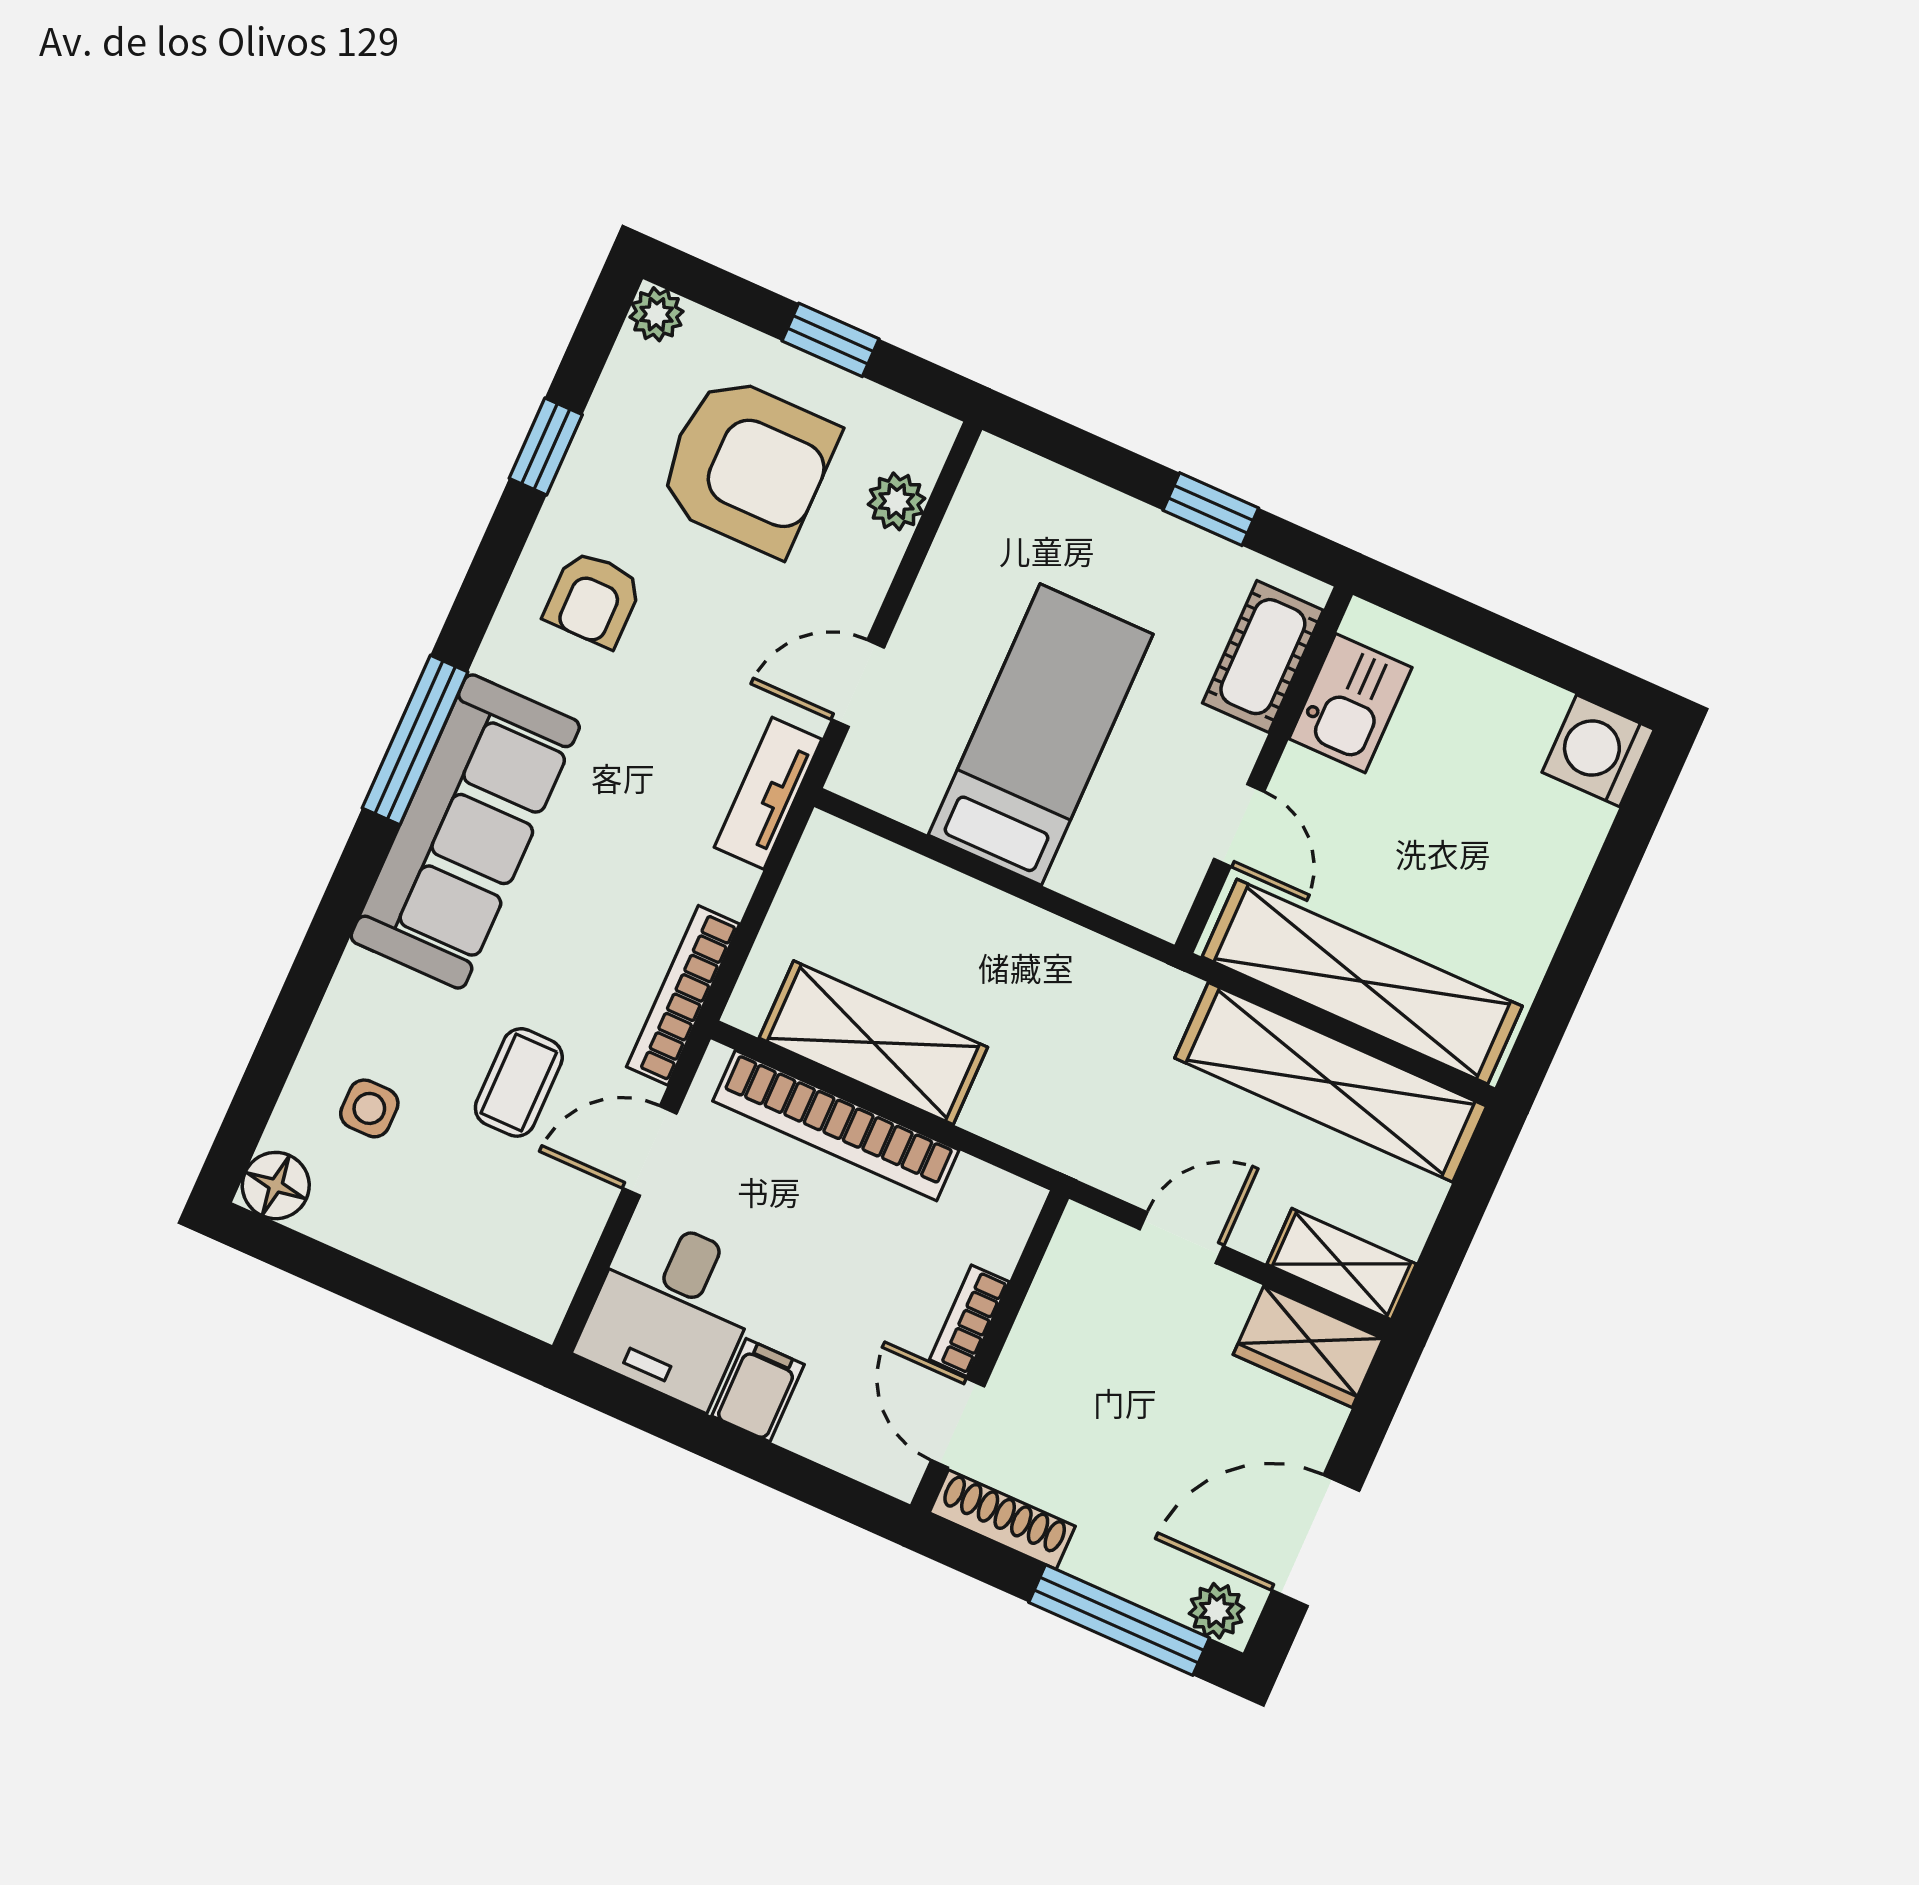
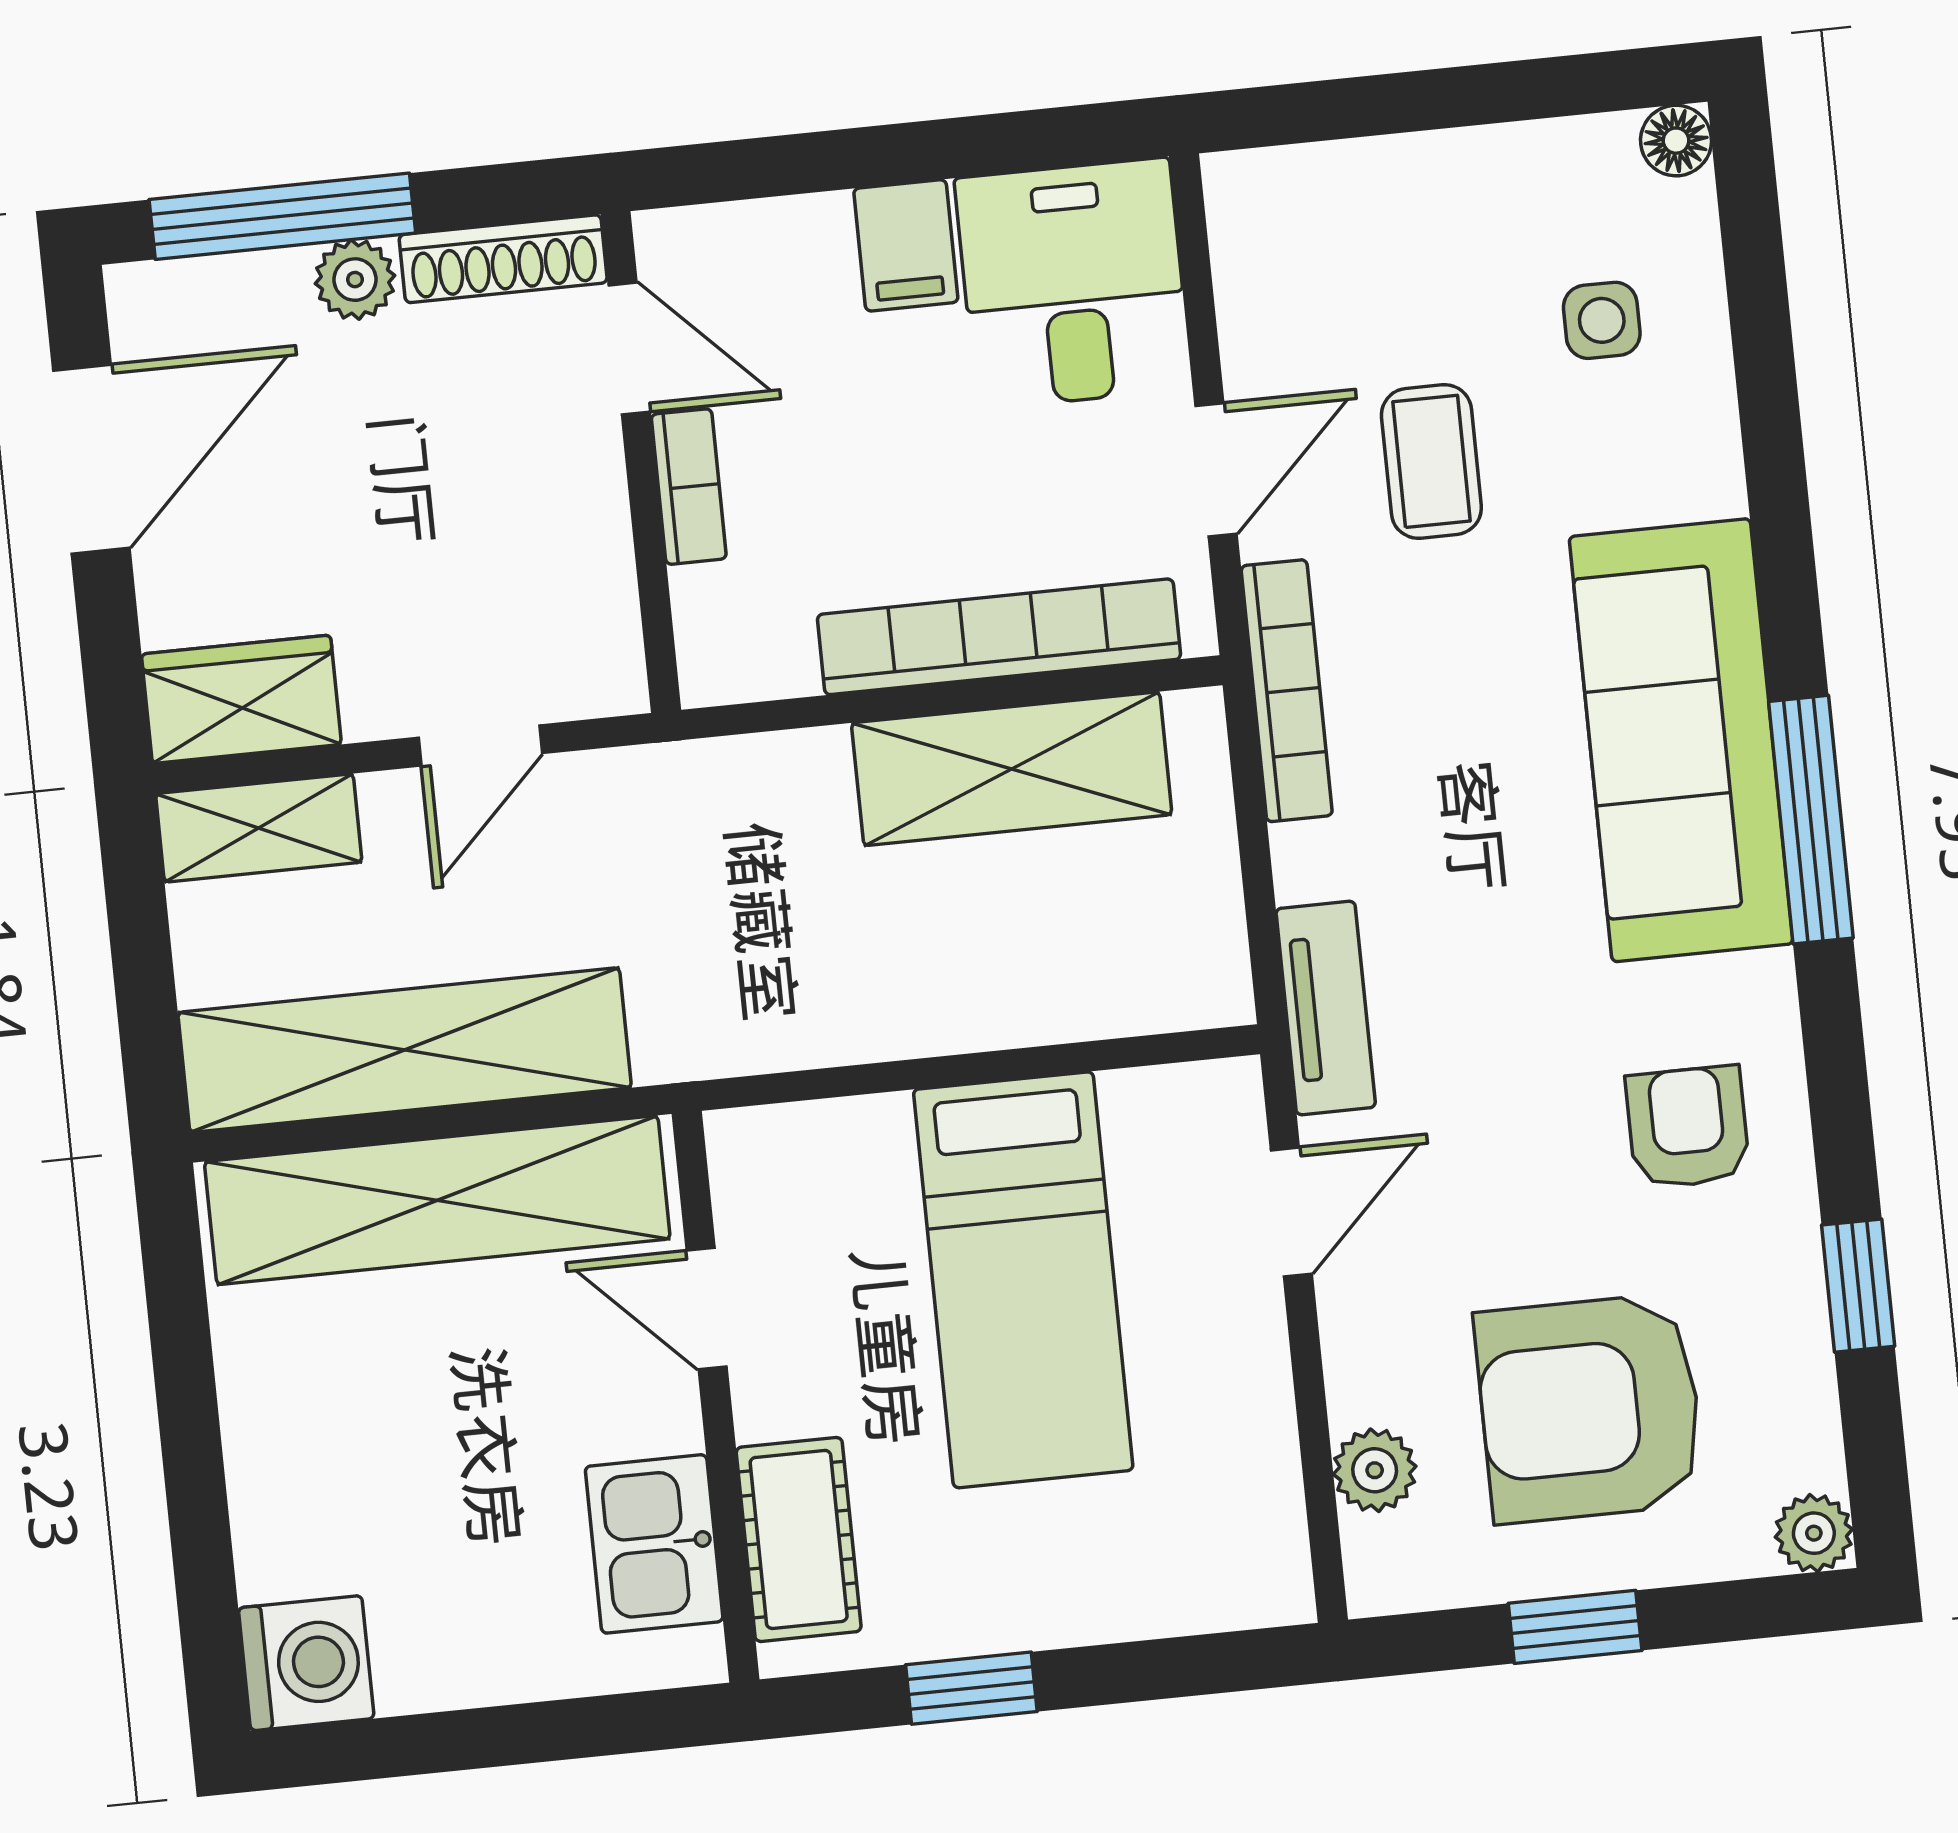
floor lamp: (276, 1186) -> (1676, 141), width x0.73, depth x0.73
plant: (1217, 1611) -> (355, 280), moved

